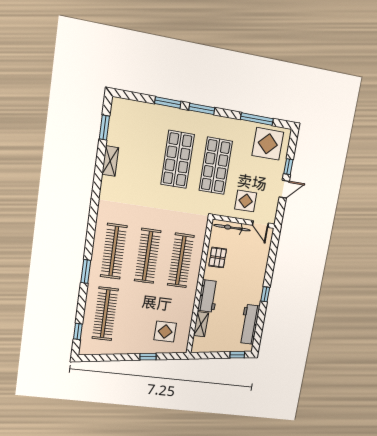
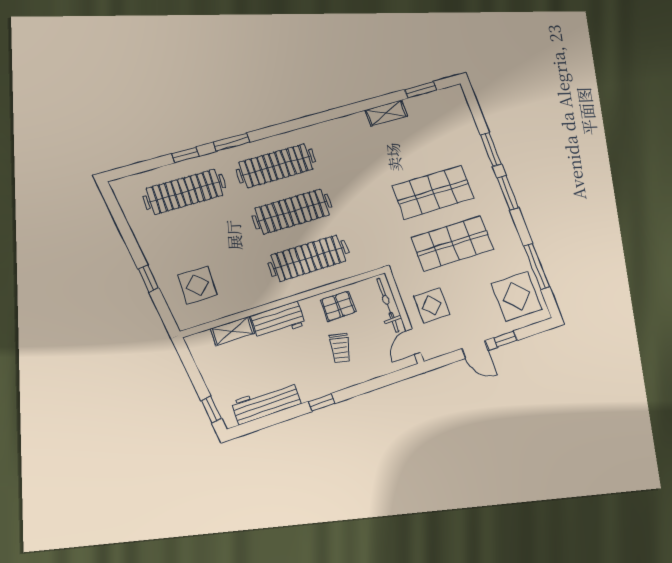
trolley: (242, 269) -> (340, 348), added
window: (78, 331) -> (185, 155), moved

